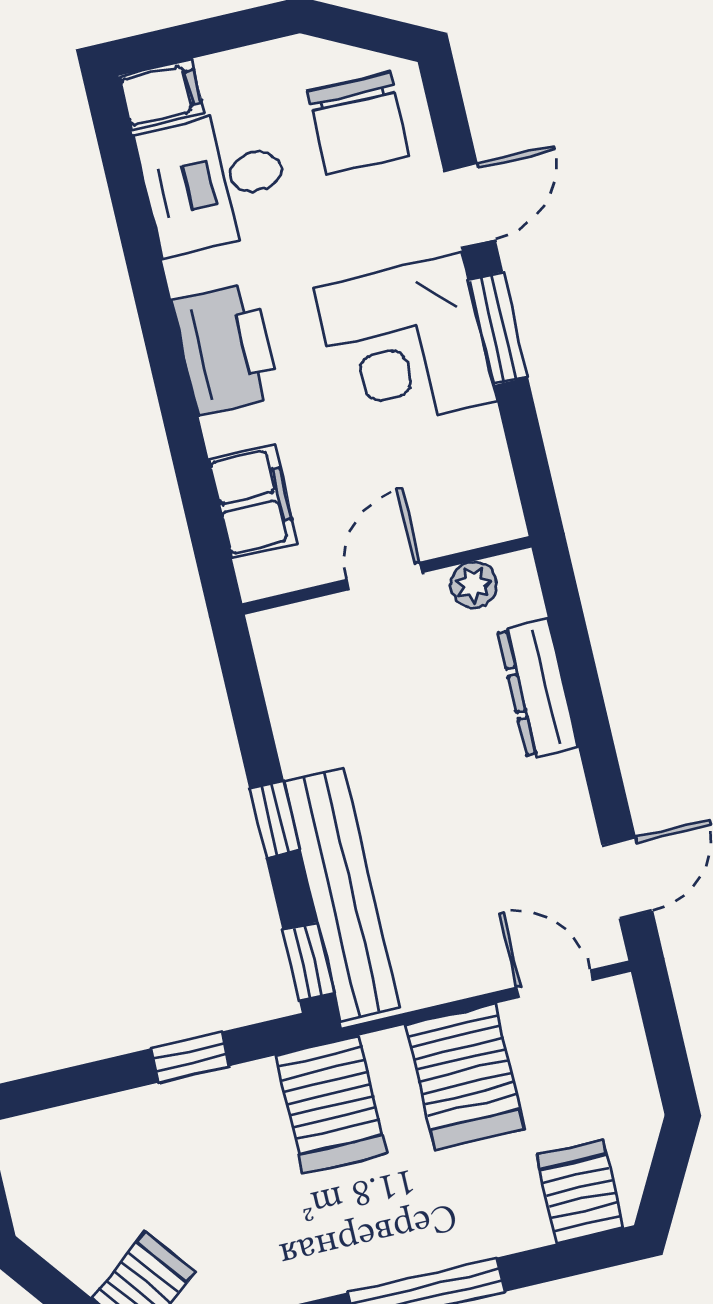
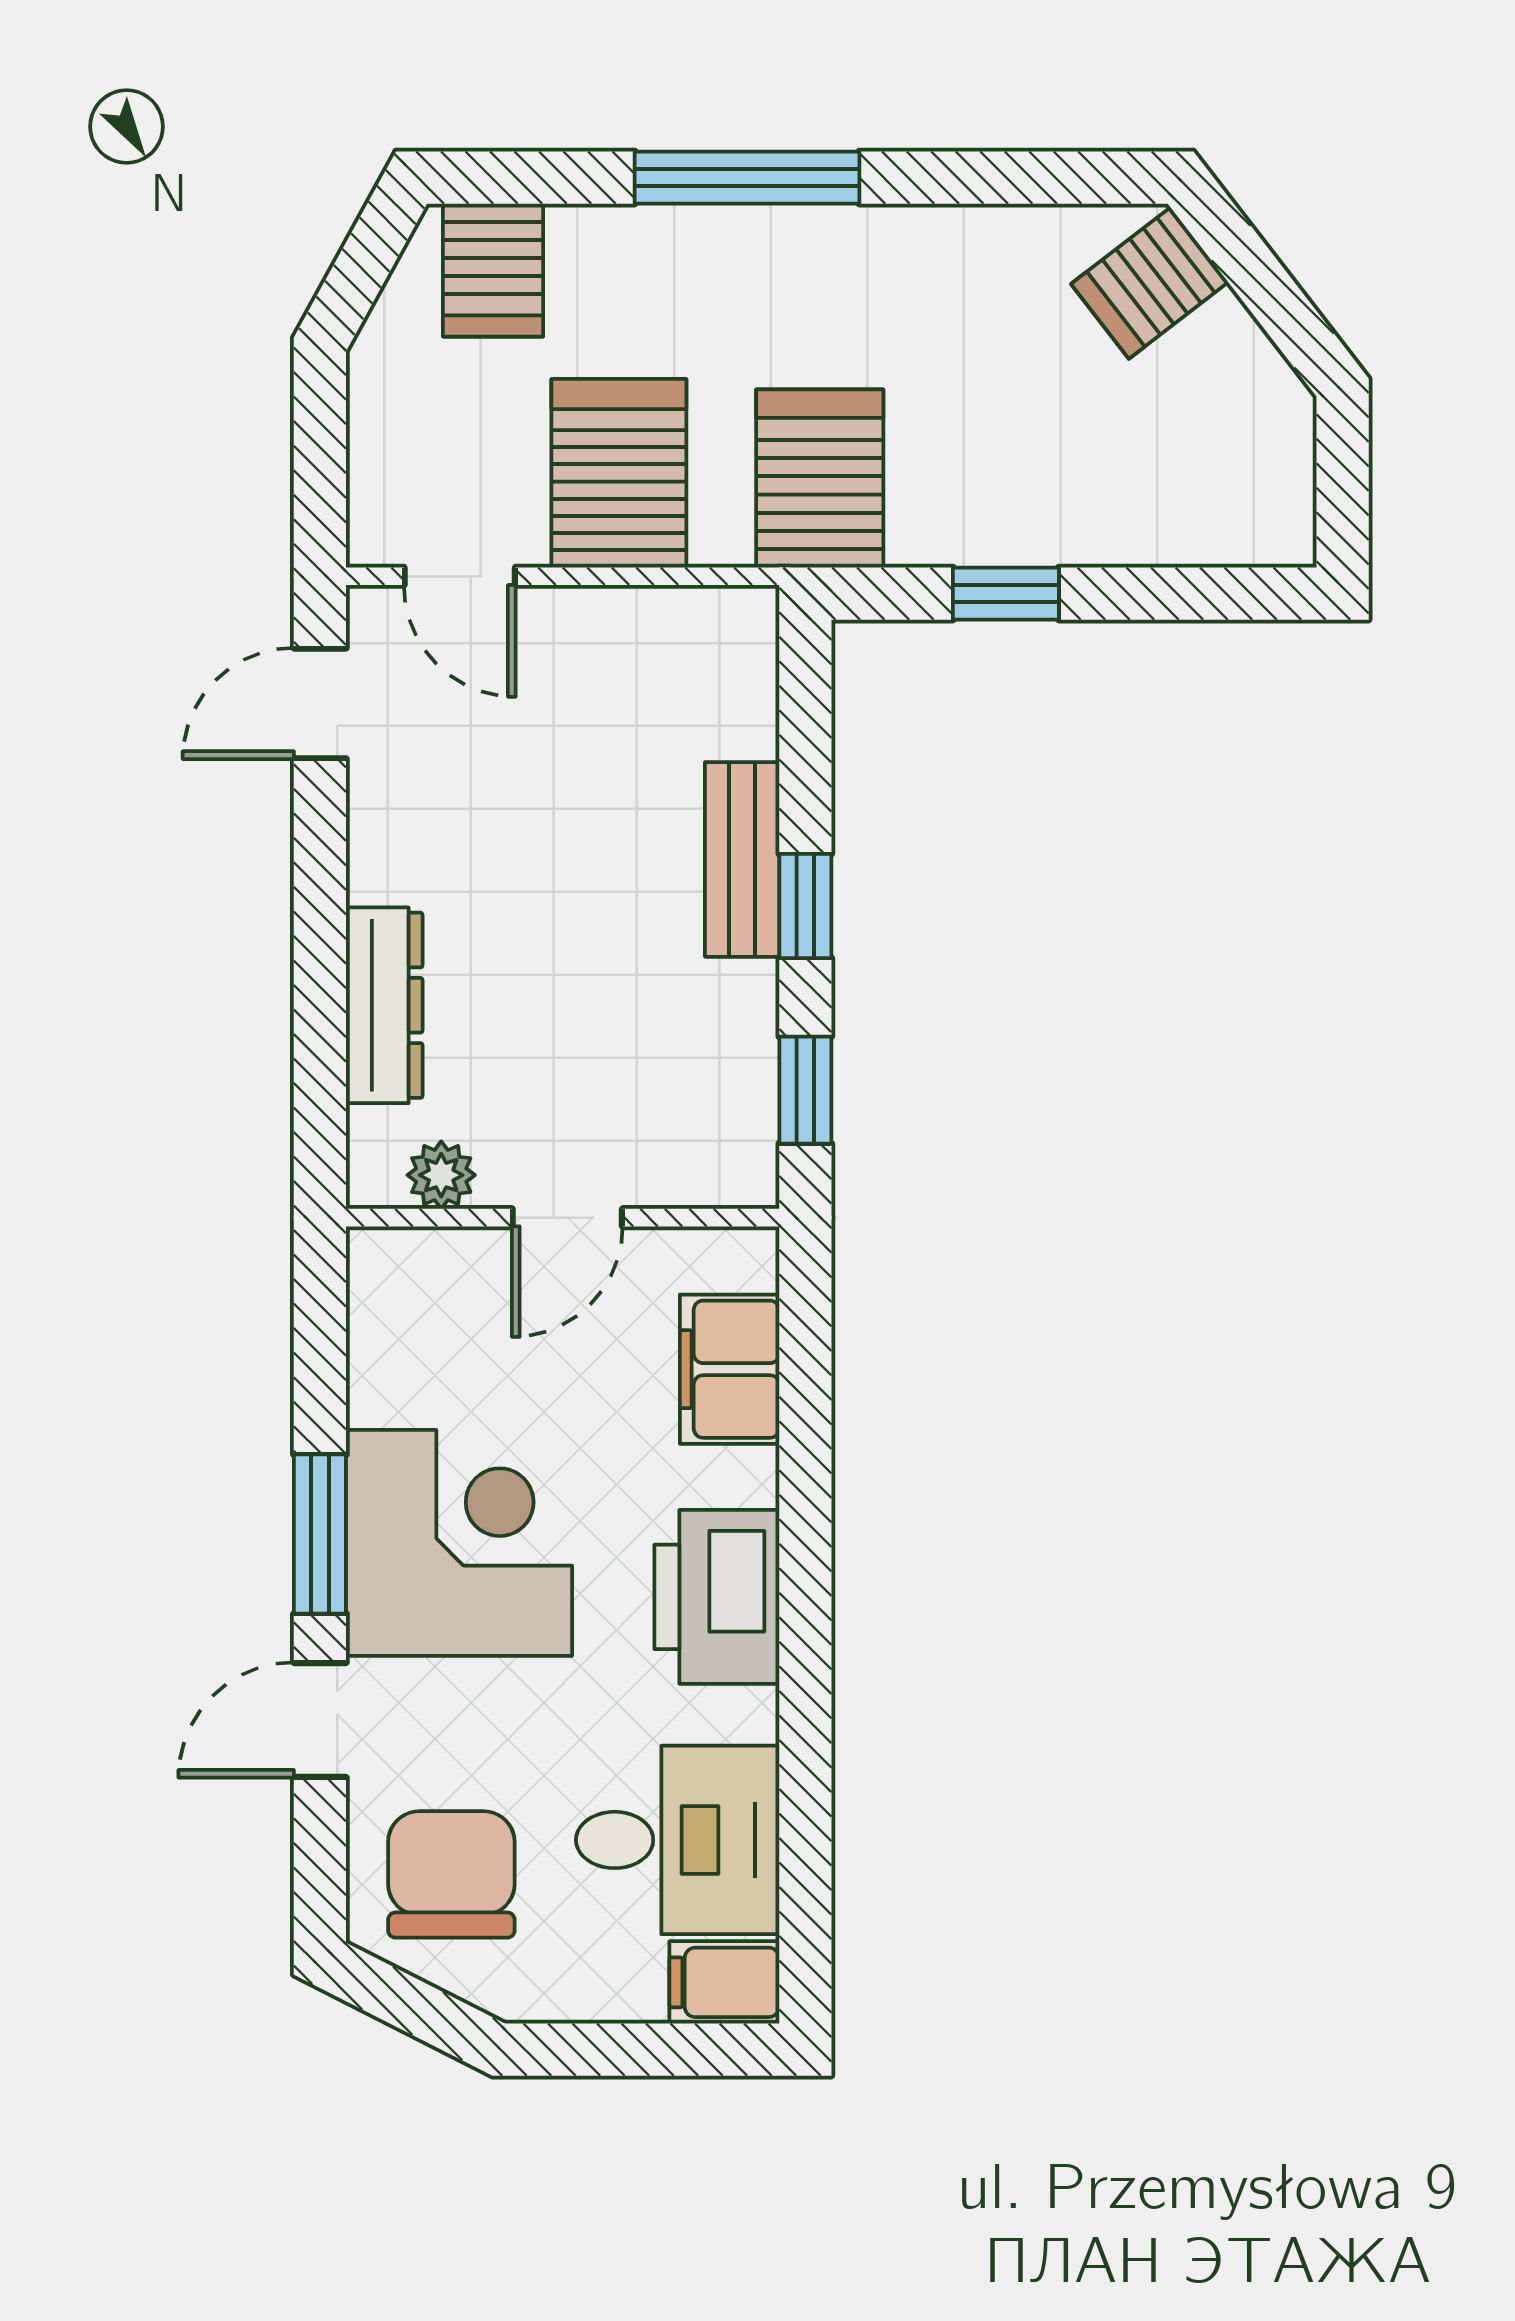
bench: (342, 895) -> (742, 859), width x0.54, depth x0.82
window: (308, 961) -> (805, 1090), moved

